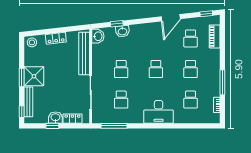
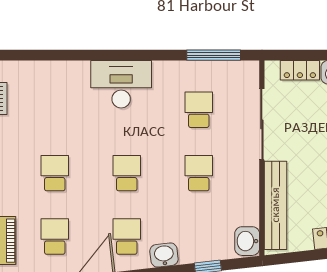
washbasin: (122, 31) -> (164, 255), moved
school desk: (191, 100) -> (127, 237), moved

